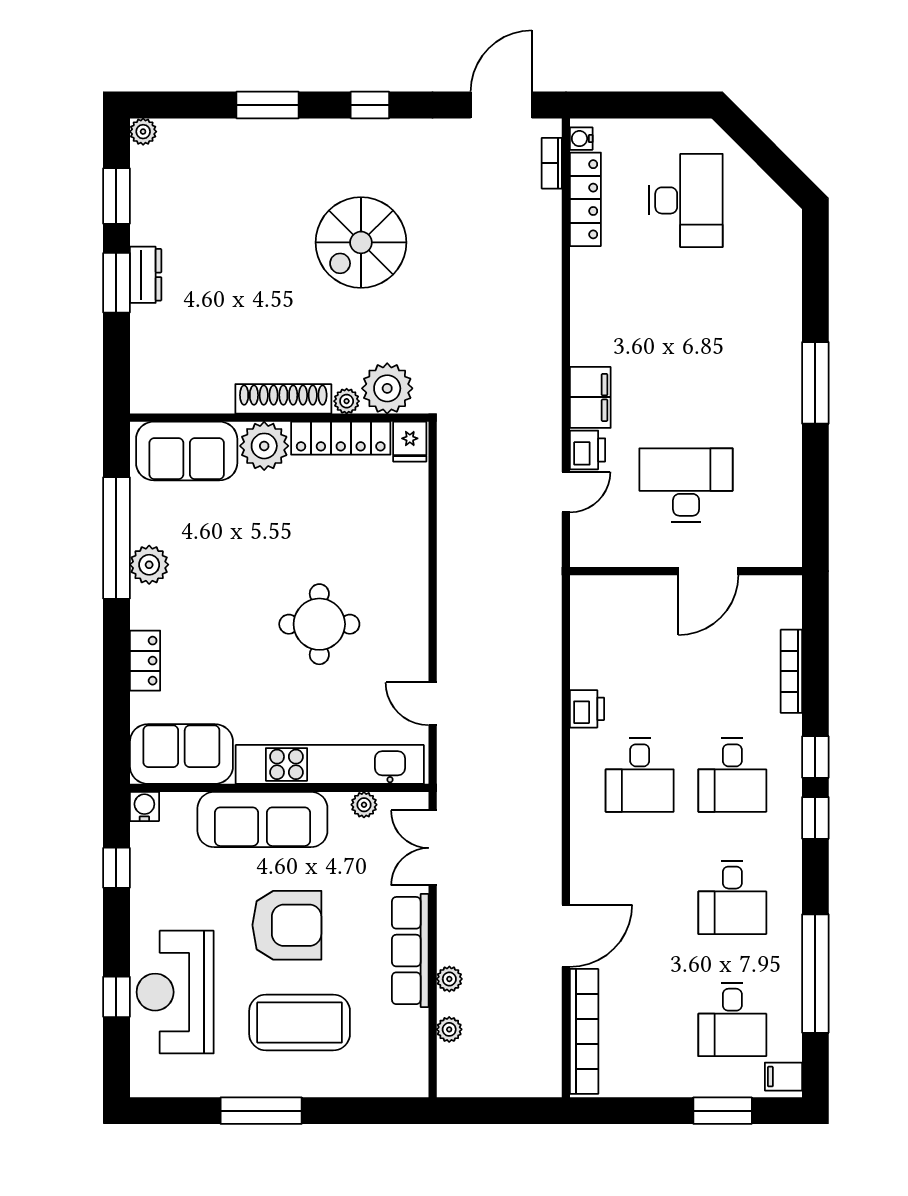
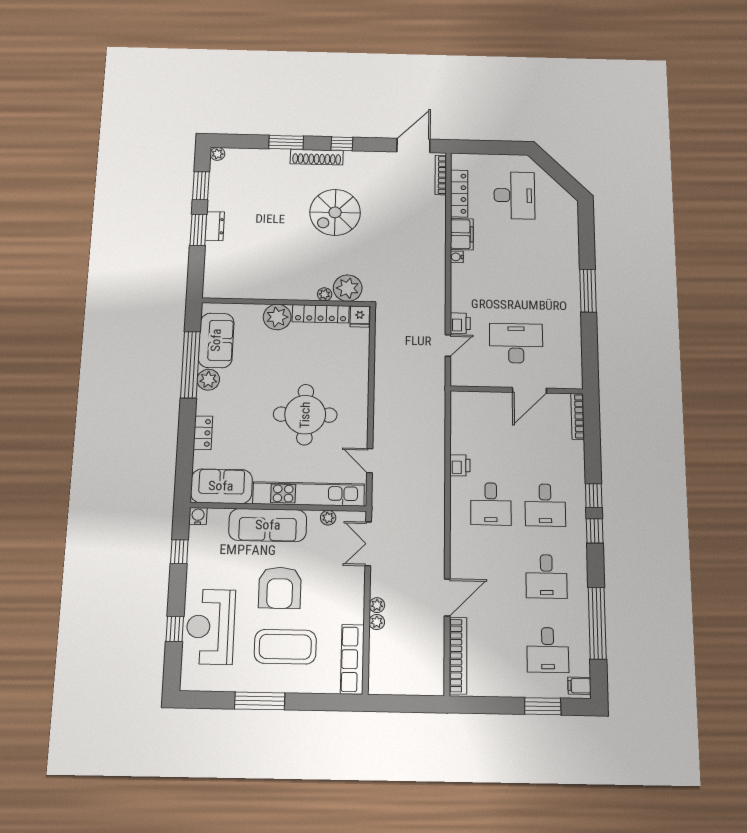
water cooler: (581, 139) -> (457, 257), moved
bookcase: (552, 163) -> (441, 175), width x1.56
filing cabinet: (590, 397) -> (462, 234), moved
shoe rack: (283, 399) -> (317, 157), moved, turned 180
sofa: (187, 451) -> (216, 340), moved, turned -90
round table: (319, 624) -> (305, 415), width x1.36, depth x1.36
bookcase: (791, 671) -> (578, 416), moved
armchair: (287, 925) -> (280, 588), turned 90
row of seats: (410, 951) -> (352, 659), moved
plant: (449, 1029) -> (377, 605), moved

